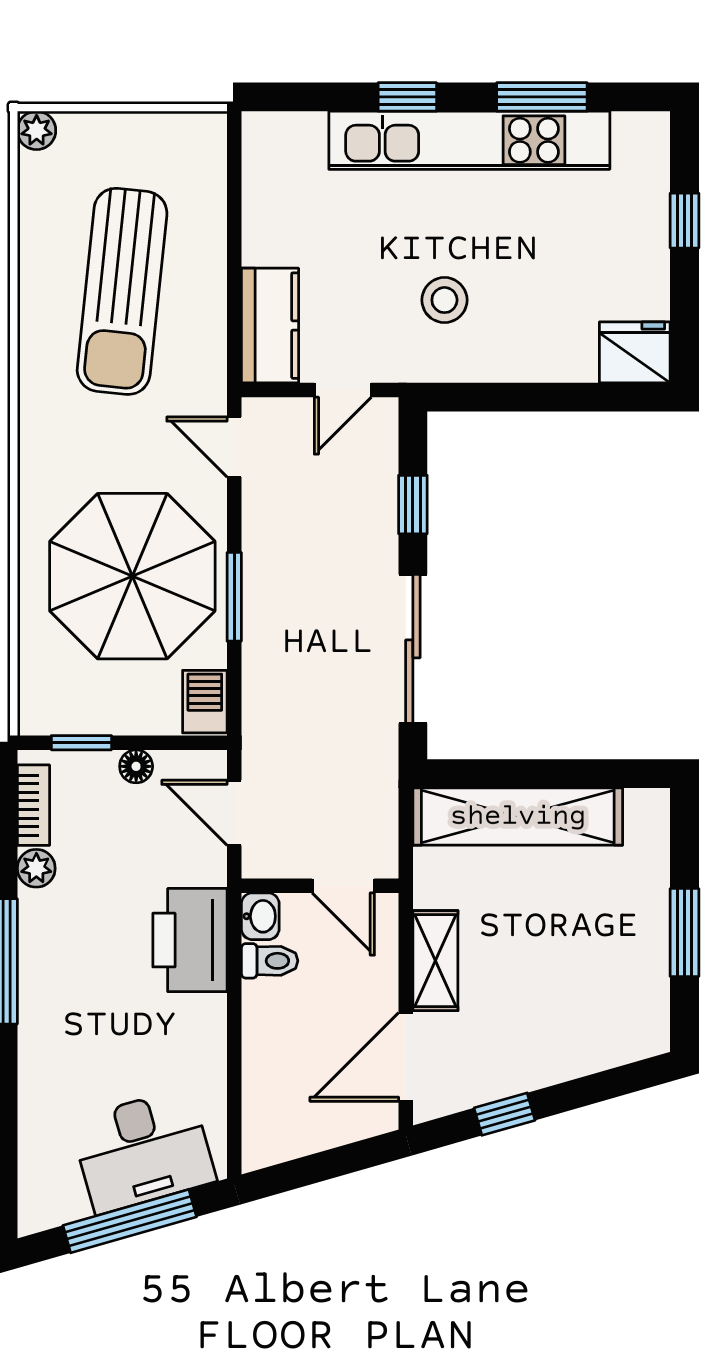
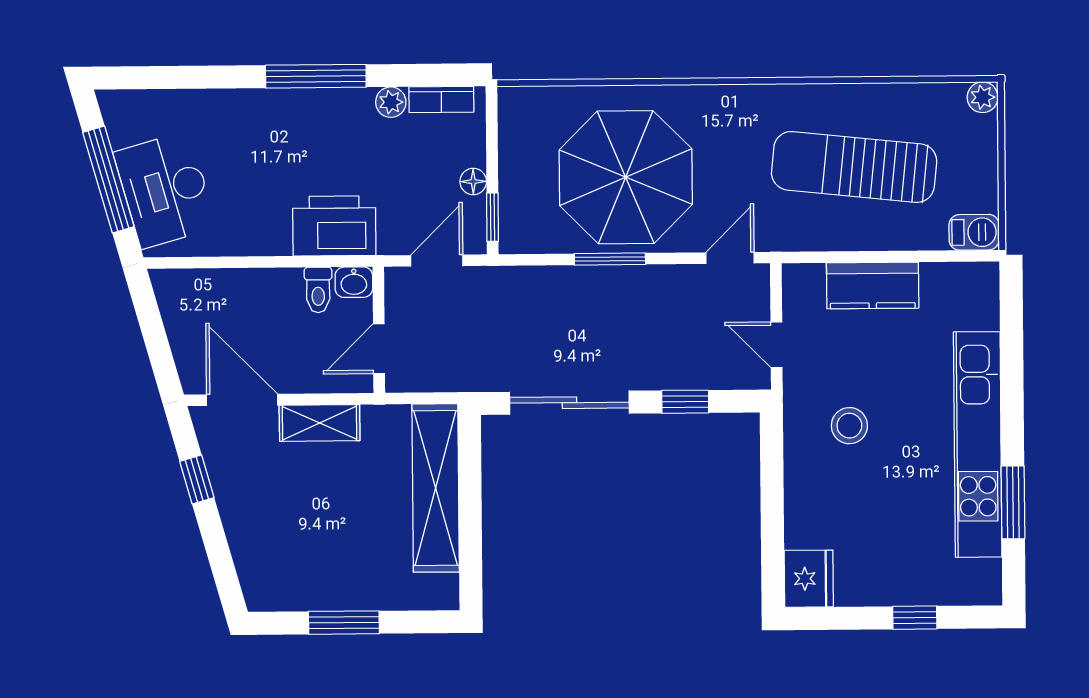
window: (407, 97) -> (1012, 394), removed
kitchen counter: (270, 326) -> (873, 285), moved
barbecue: (205, 702) -> (974, 232), moved
window: (81, 743) -> (492, 217), moved

